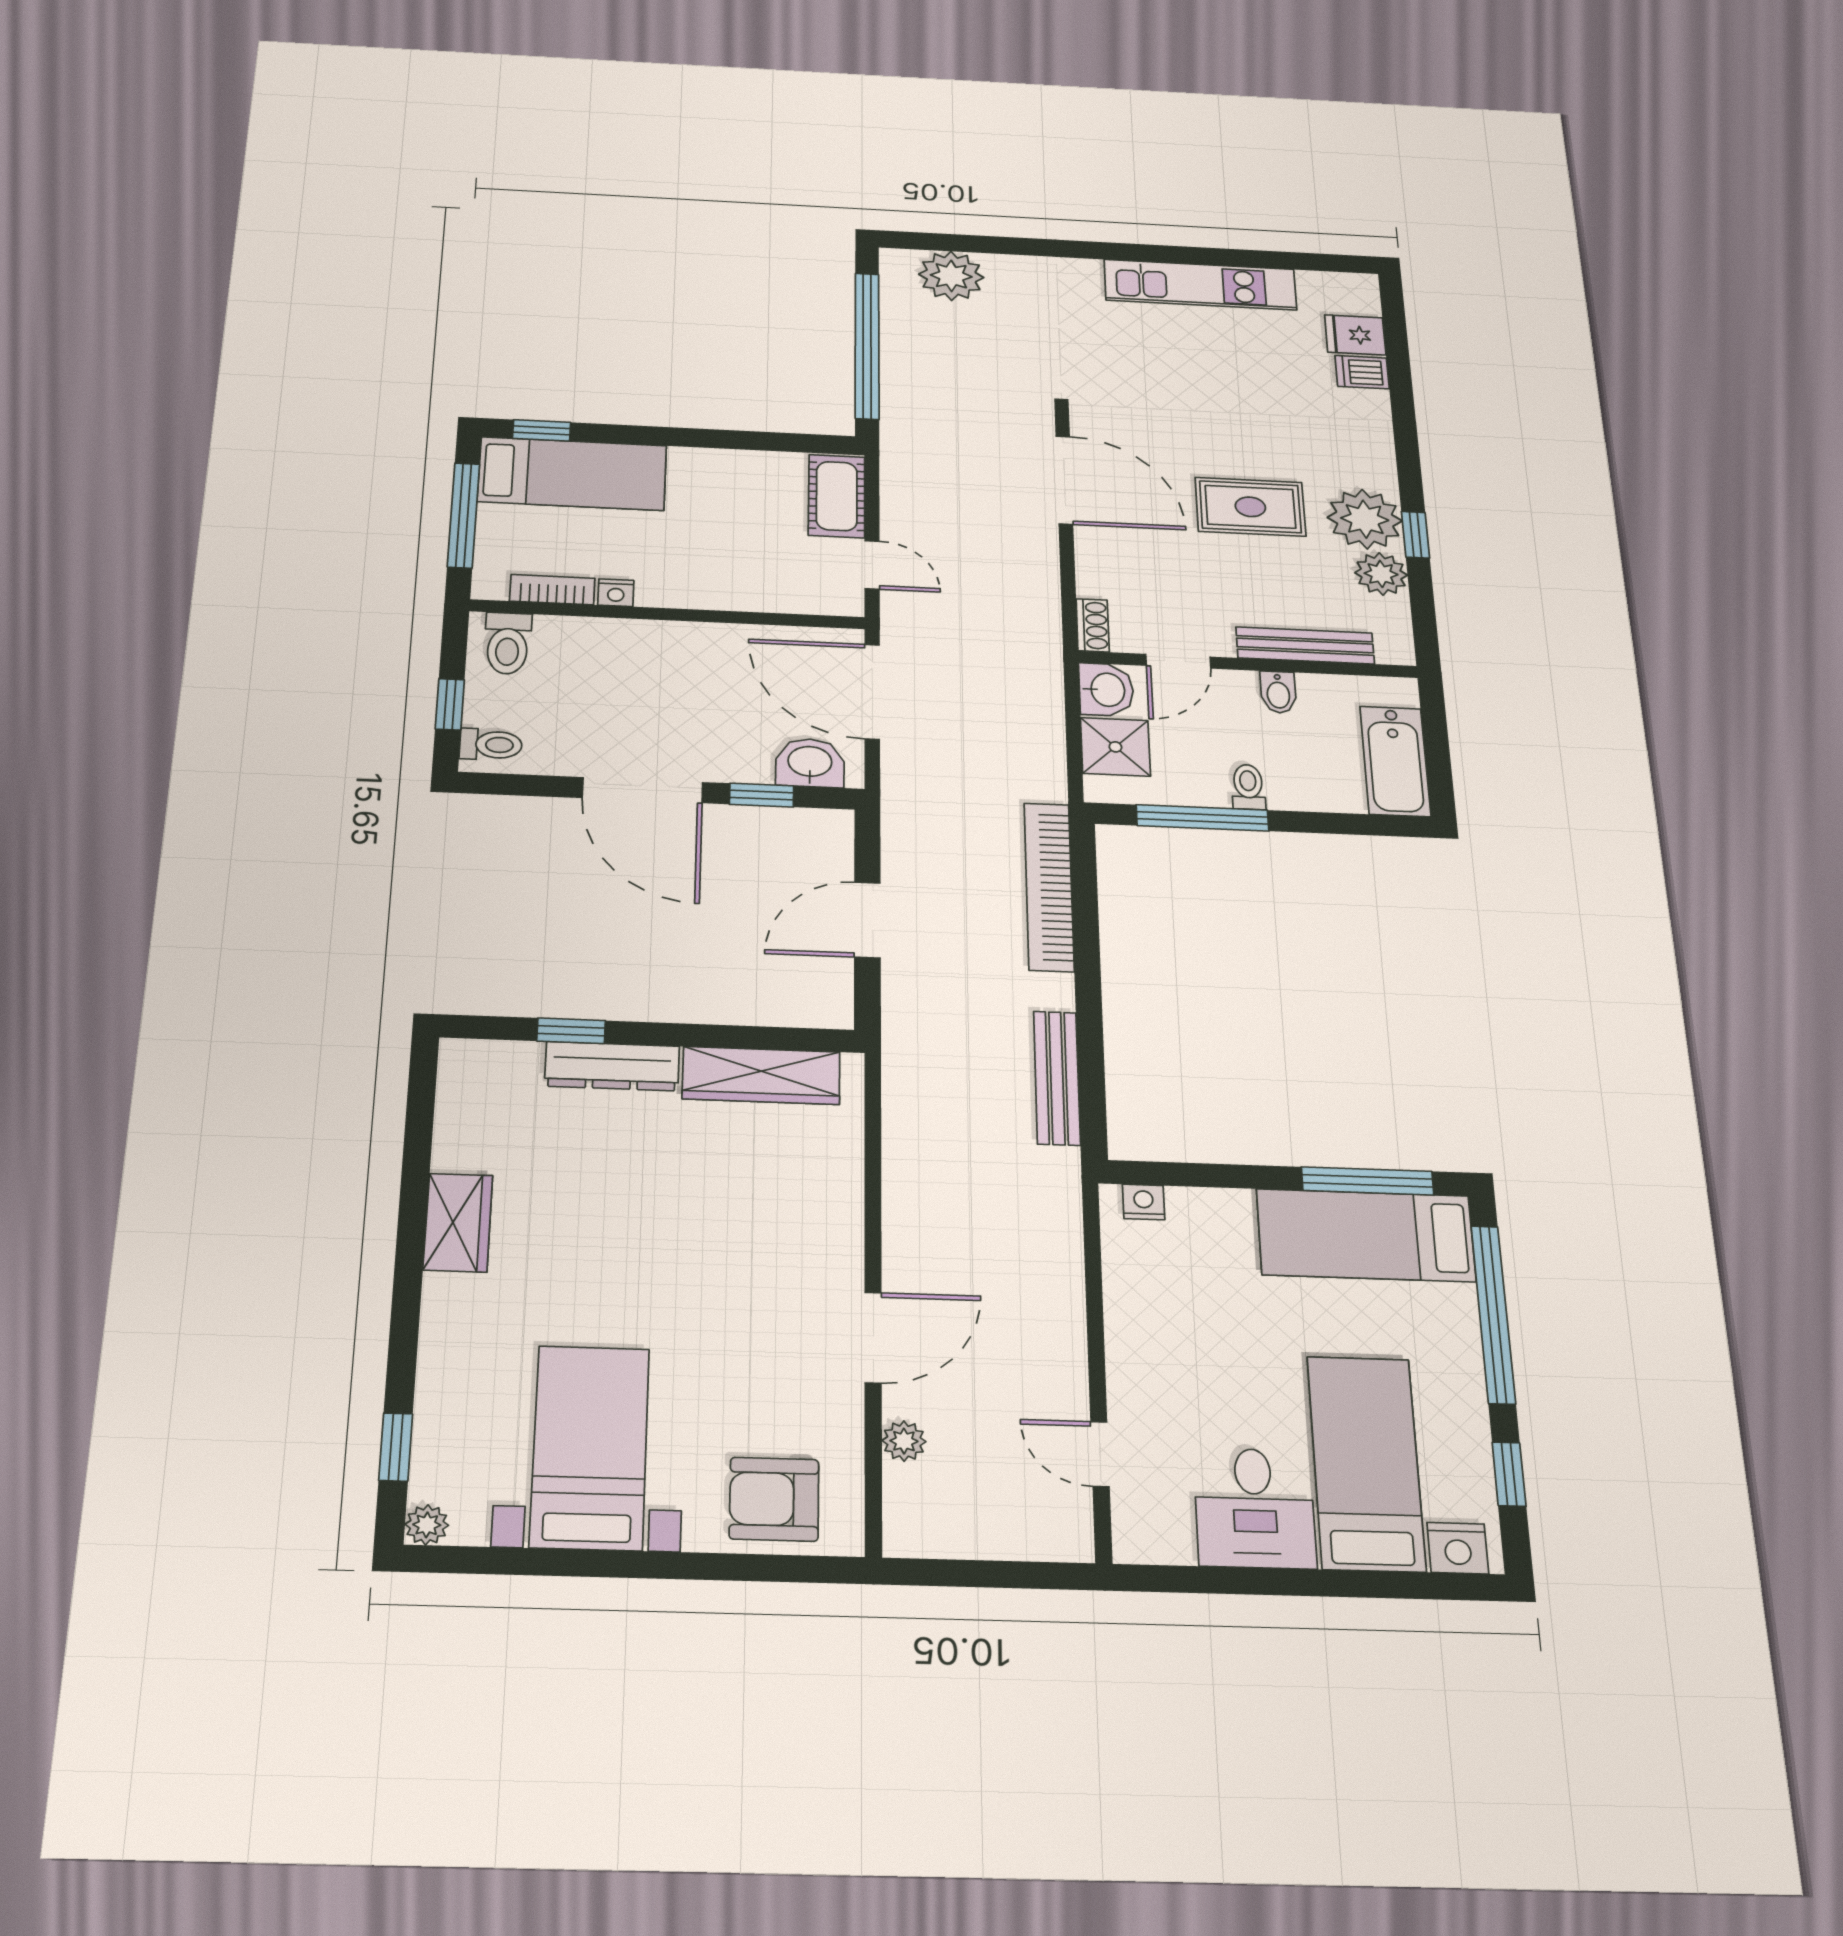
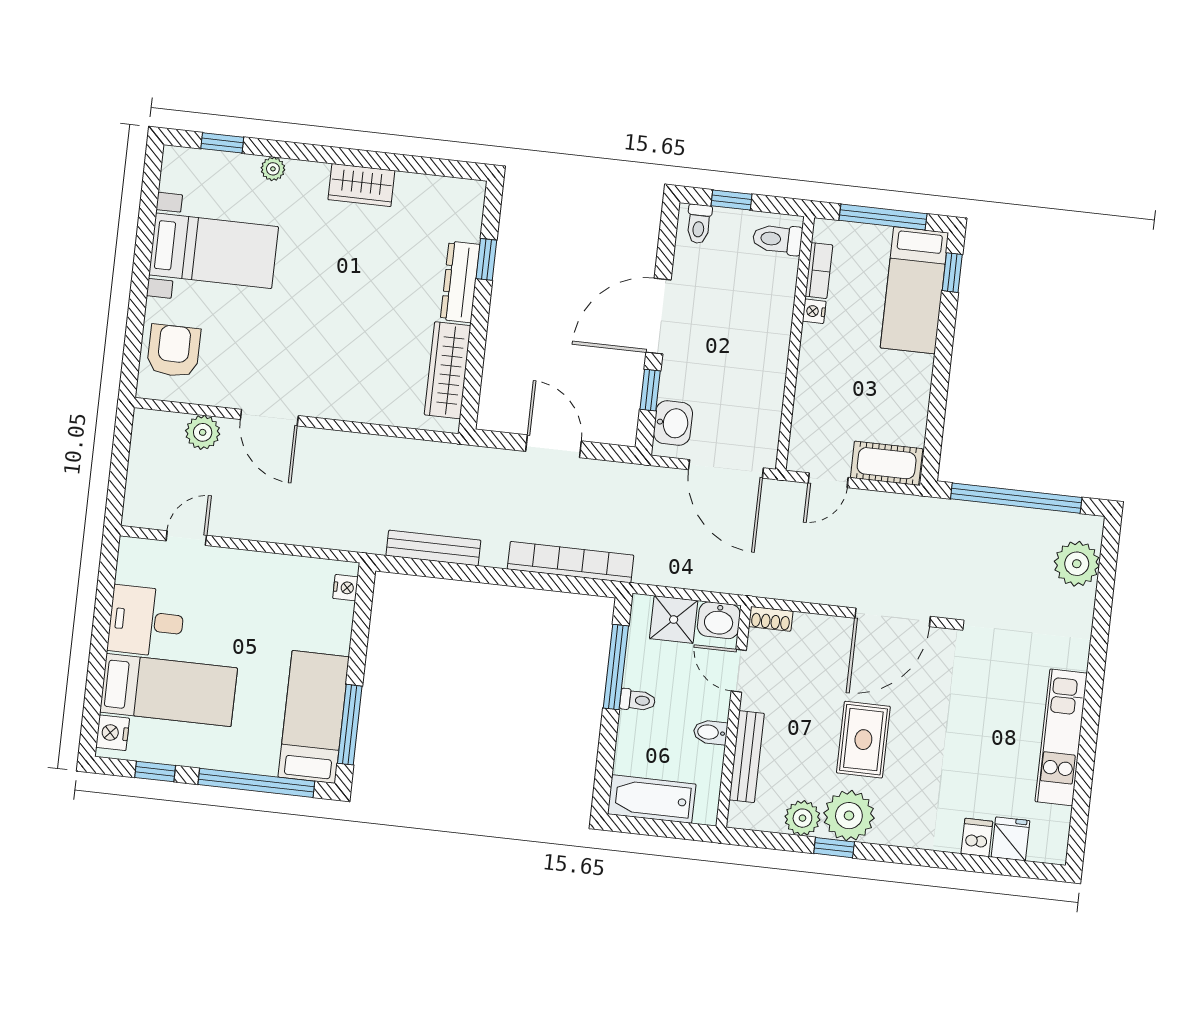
door: (872, 692) -> (726, 469), swing flipped
plant: (904, 1441) -> (203, 432), width x1.38, depth x1.38
plant: (427, 1525) -> (273, 169), moved

